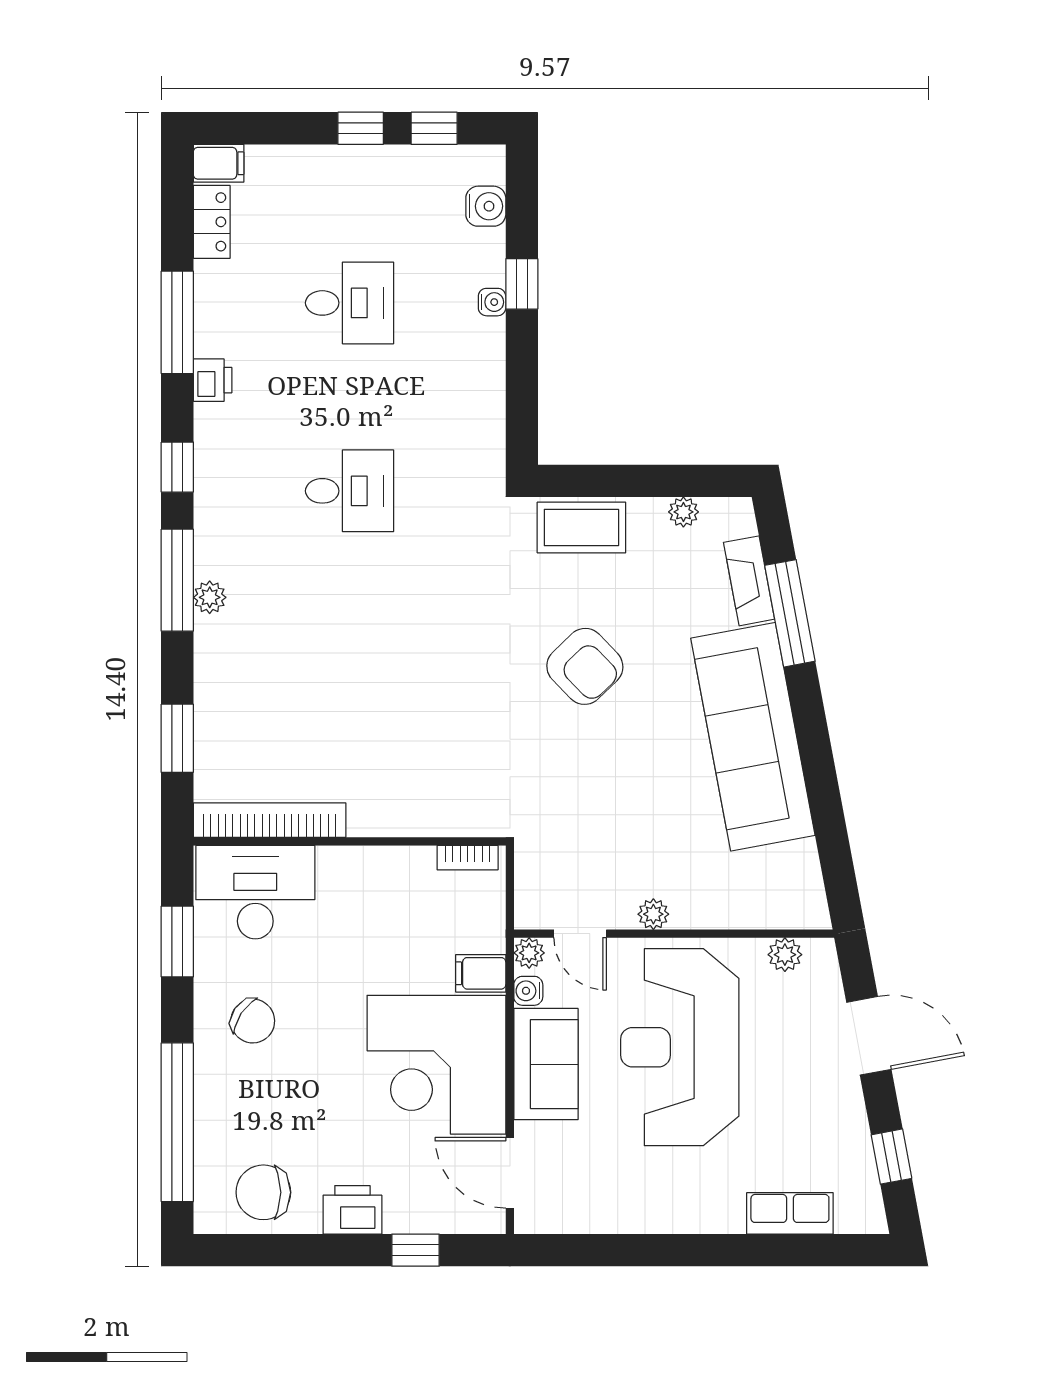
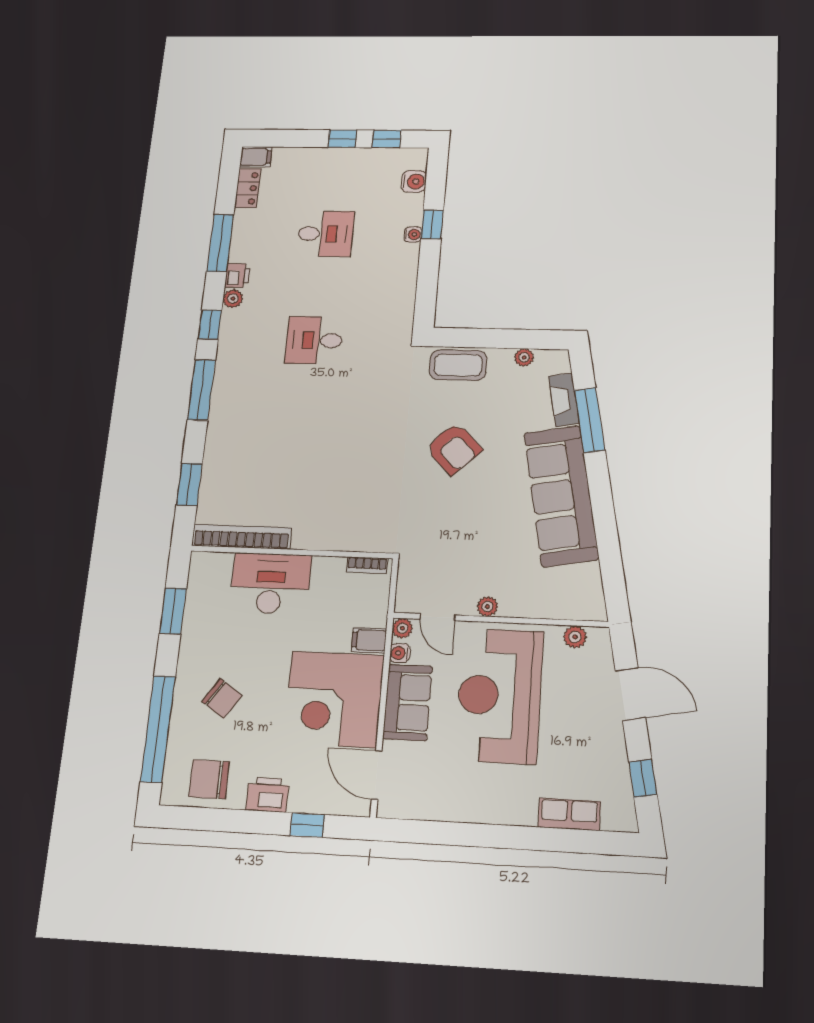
desk: (350, 491) -> (314, 340), turned 180
plant: (210, 597) -> (233, 299), moved
desk: (255, 892) -> (270, 583), moved
chair: (253, 1021) -> (222, 698), moved

